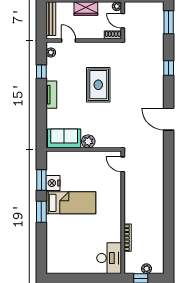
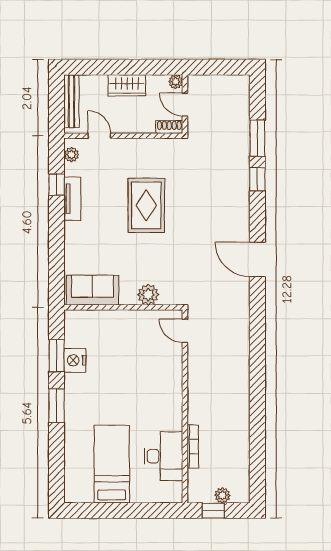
window: (169, 22) -> (257, 138), moved
tv unit: (51, 95) -> (72, 199), moved
plant: (88, 141) -> (148, 295), moved
bed: (71, 203) -> (112, 464), moved, turned -90
desk: (109, 258) -> (163, 456), moved

